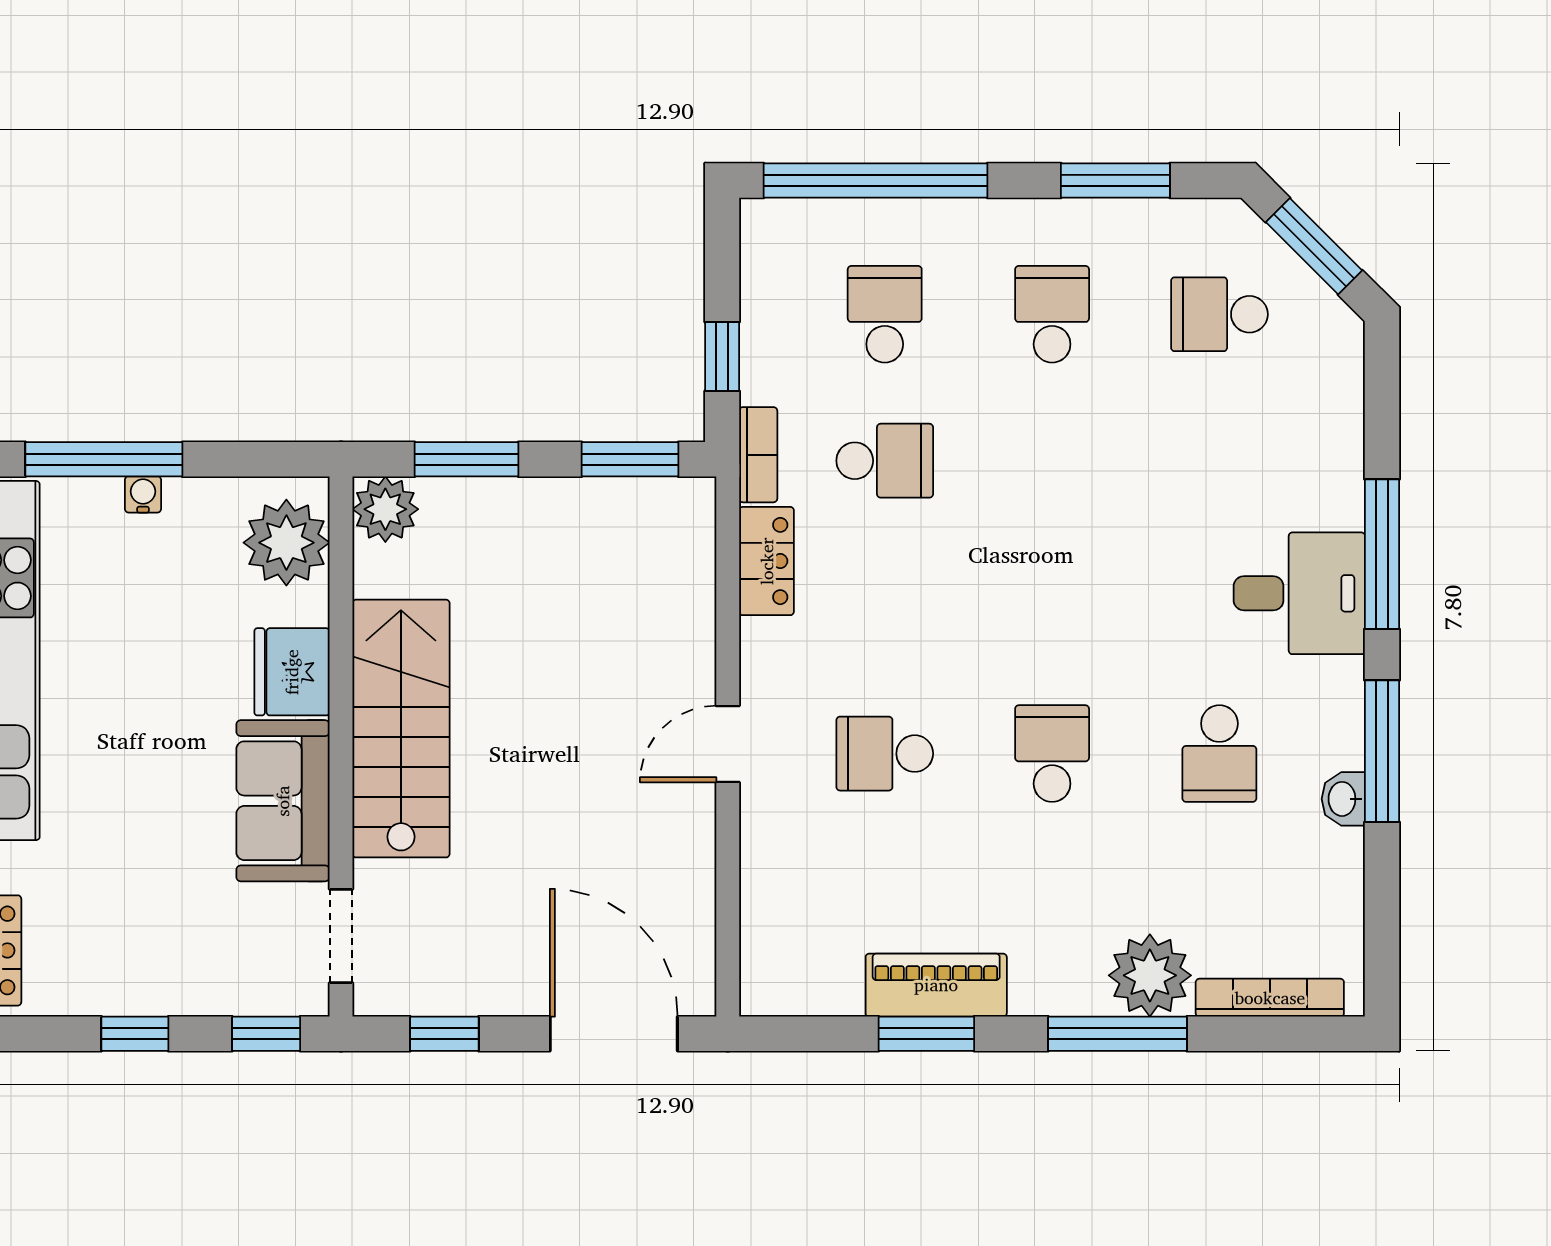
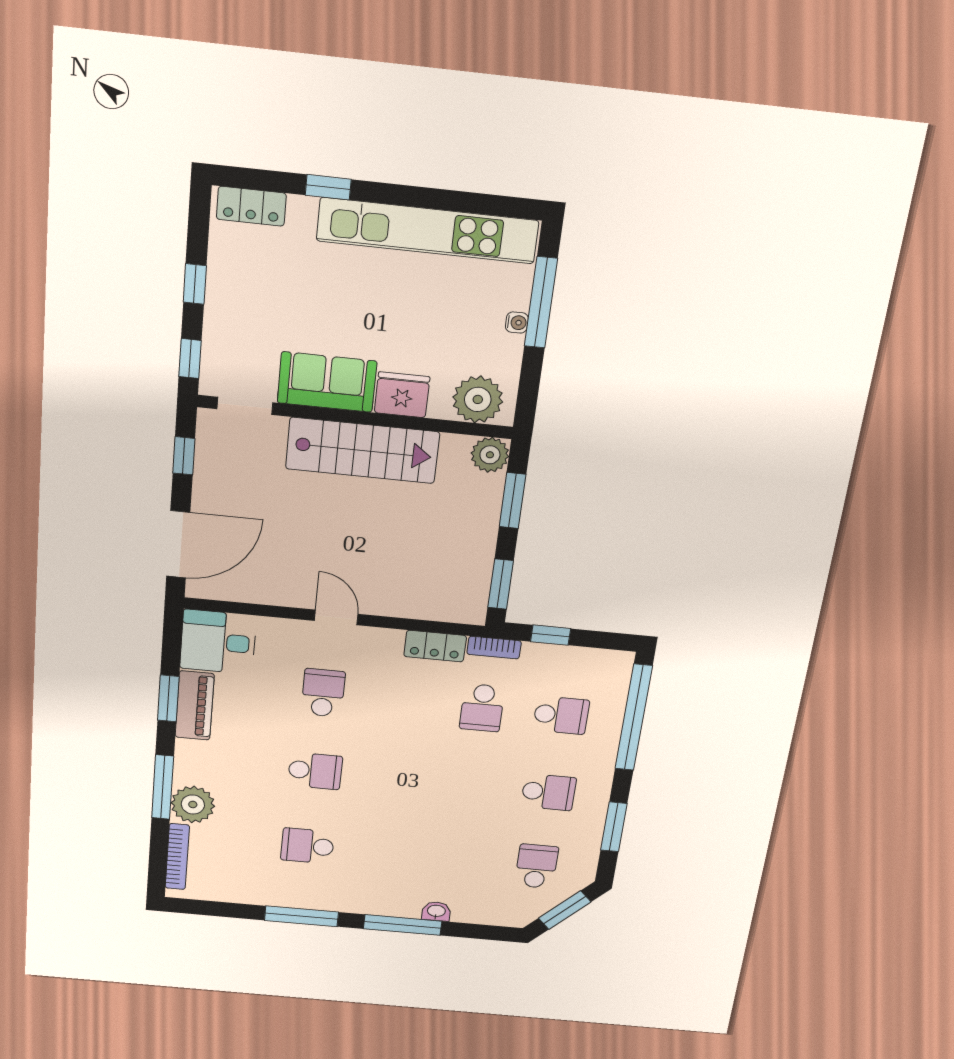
desk: (1299, 593) -> (218, 642), moved, turned 90
washbasin: (1343, 799) -> (436, 911), moved

